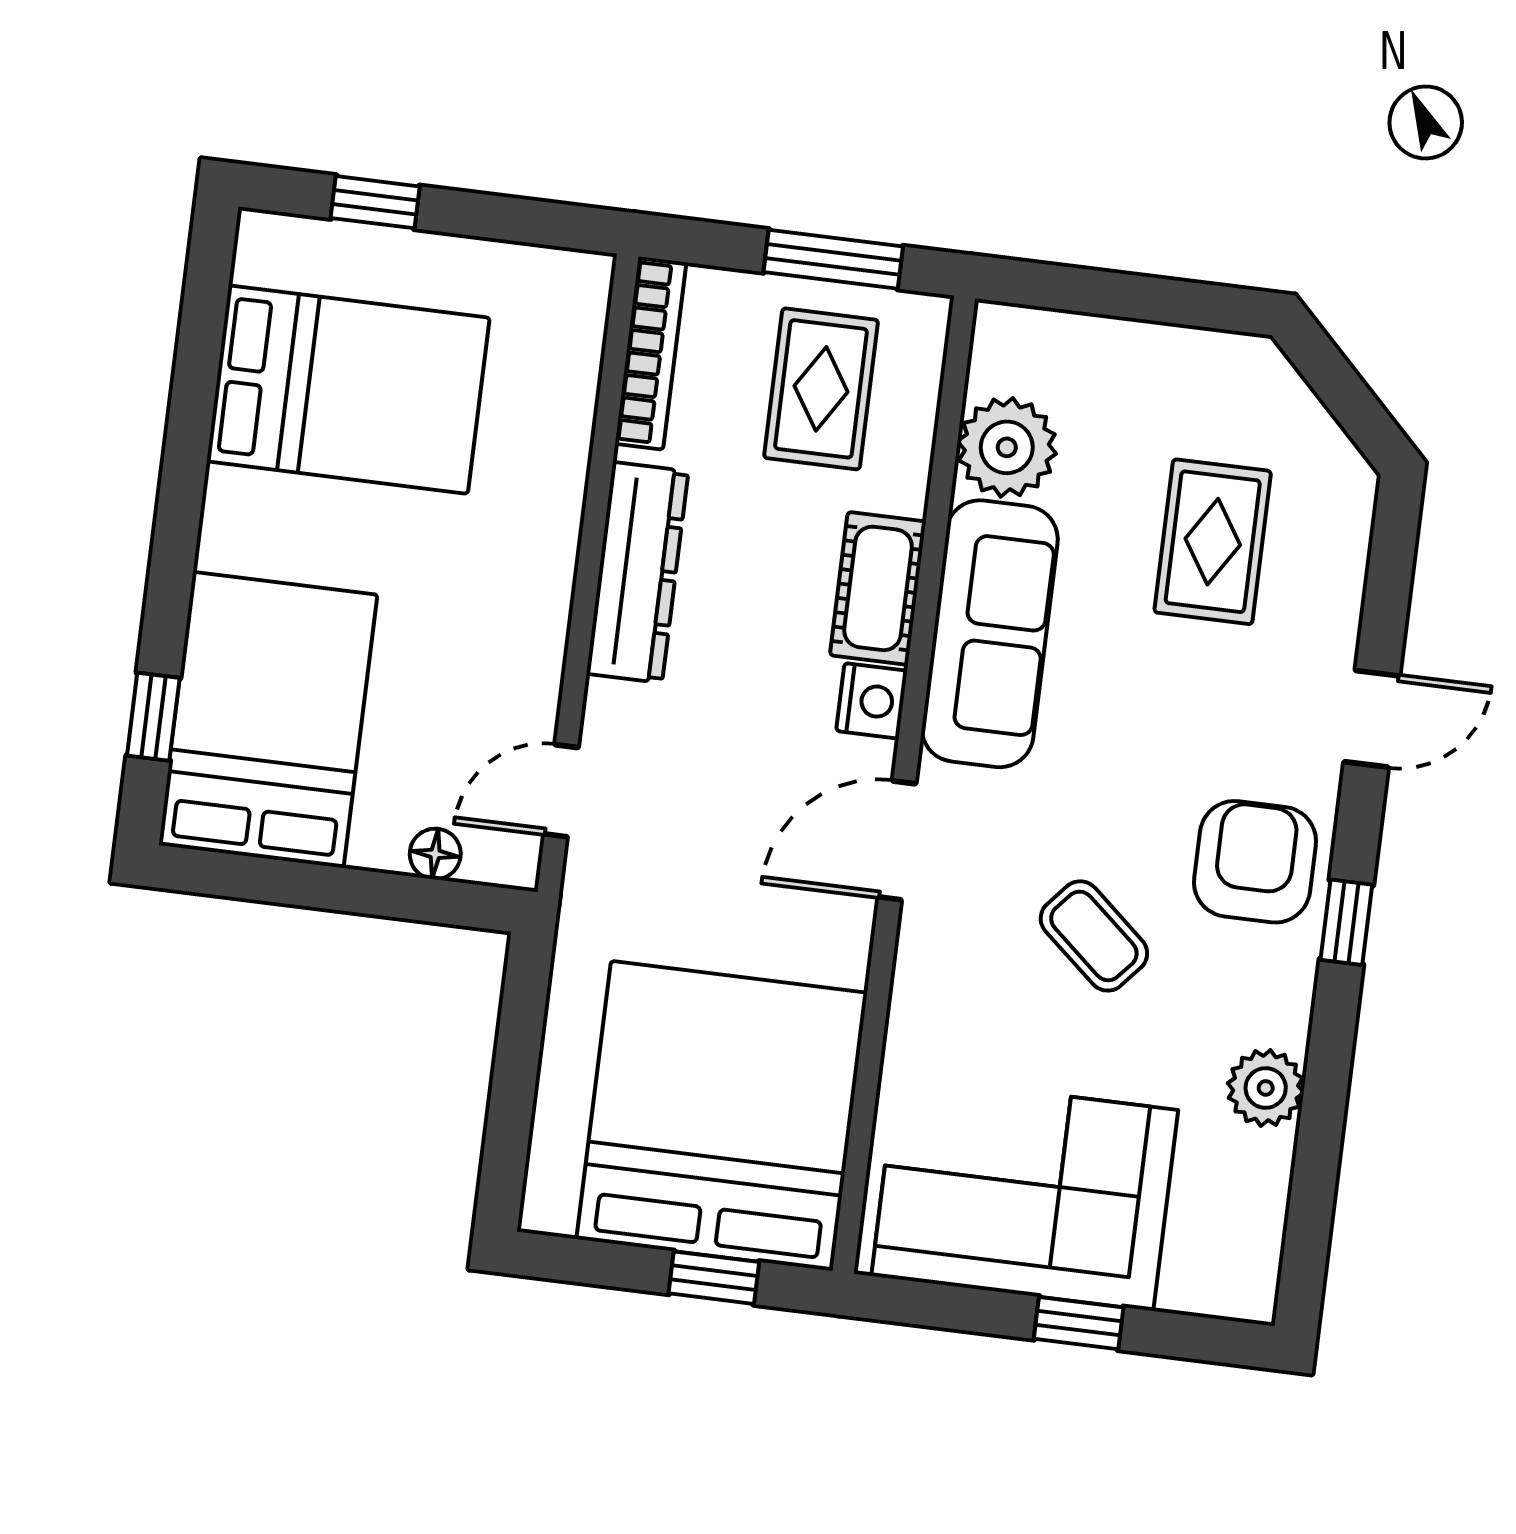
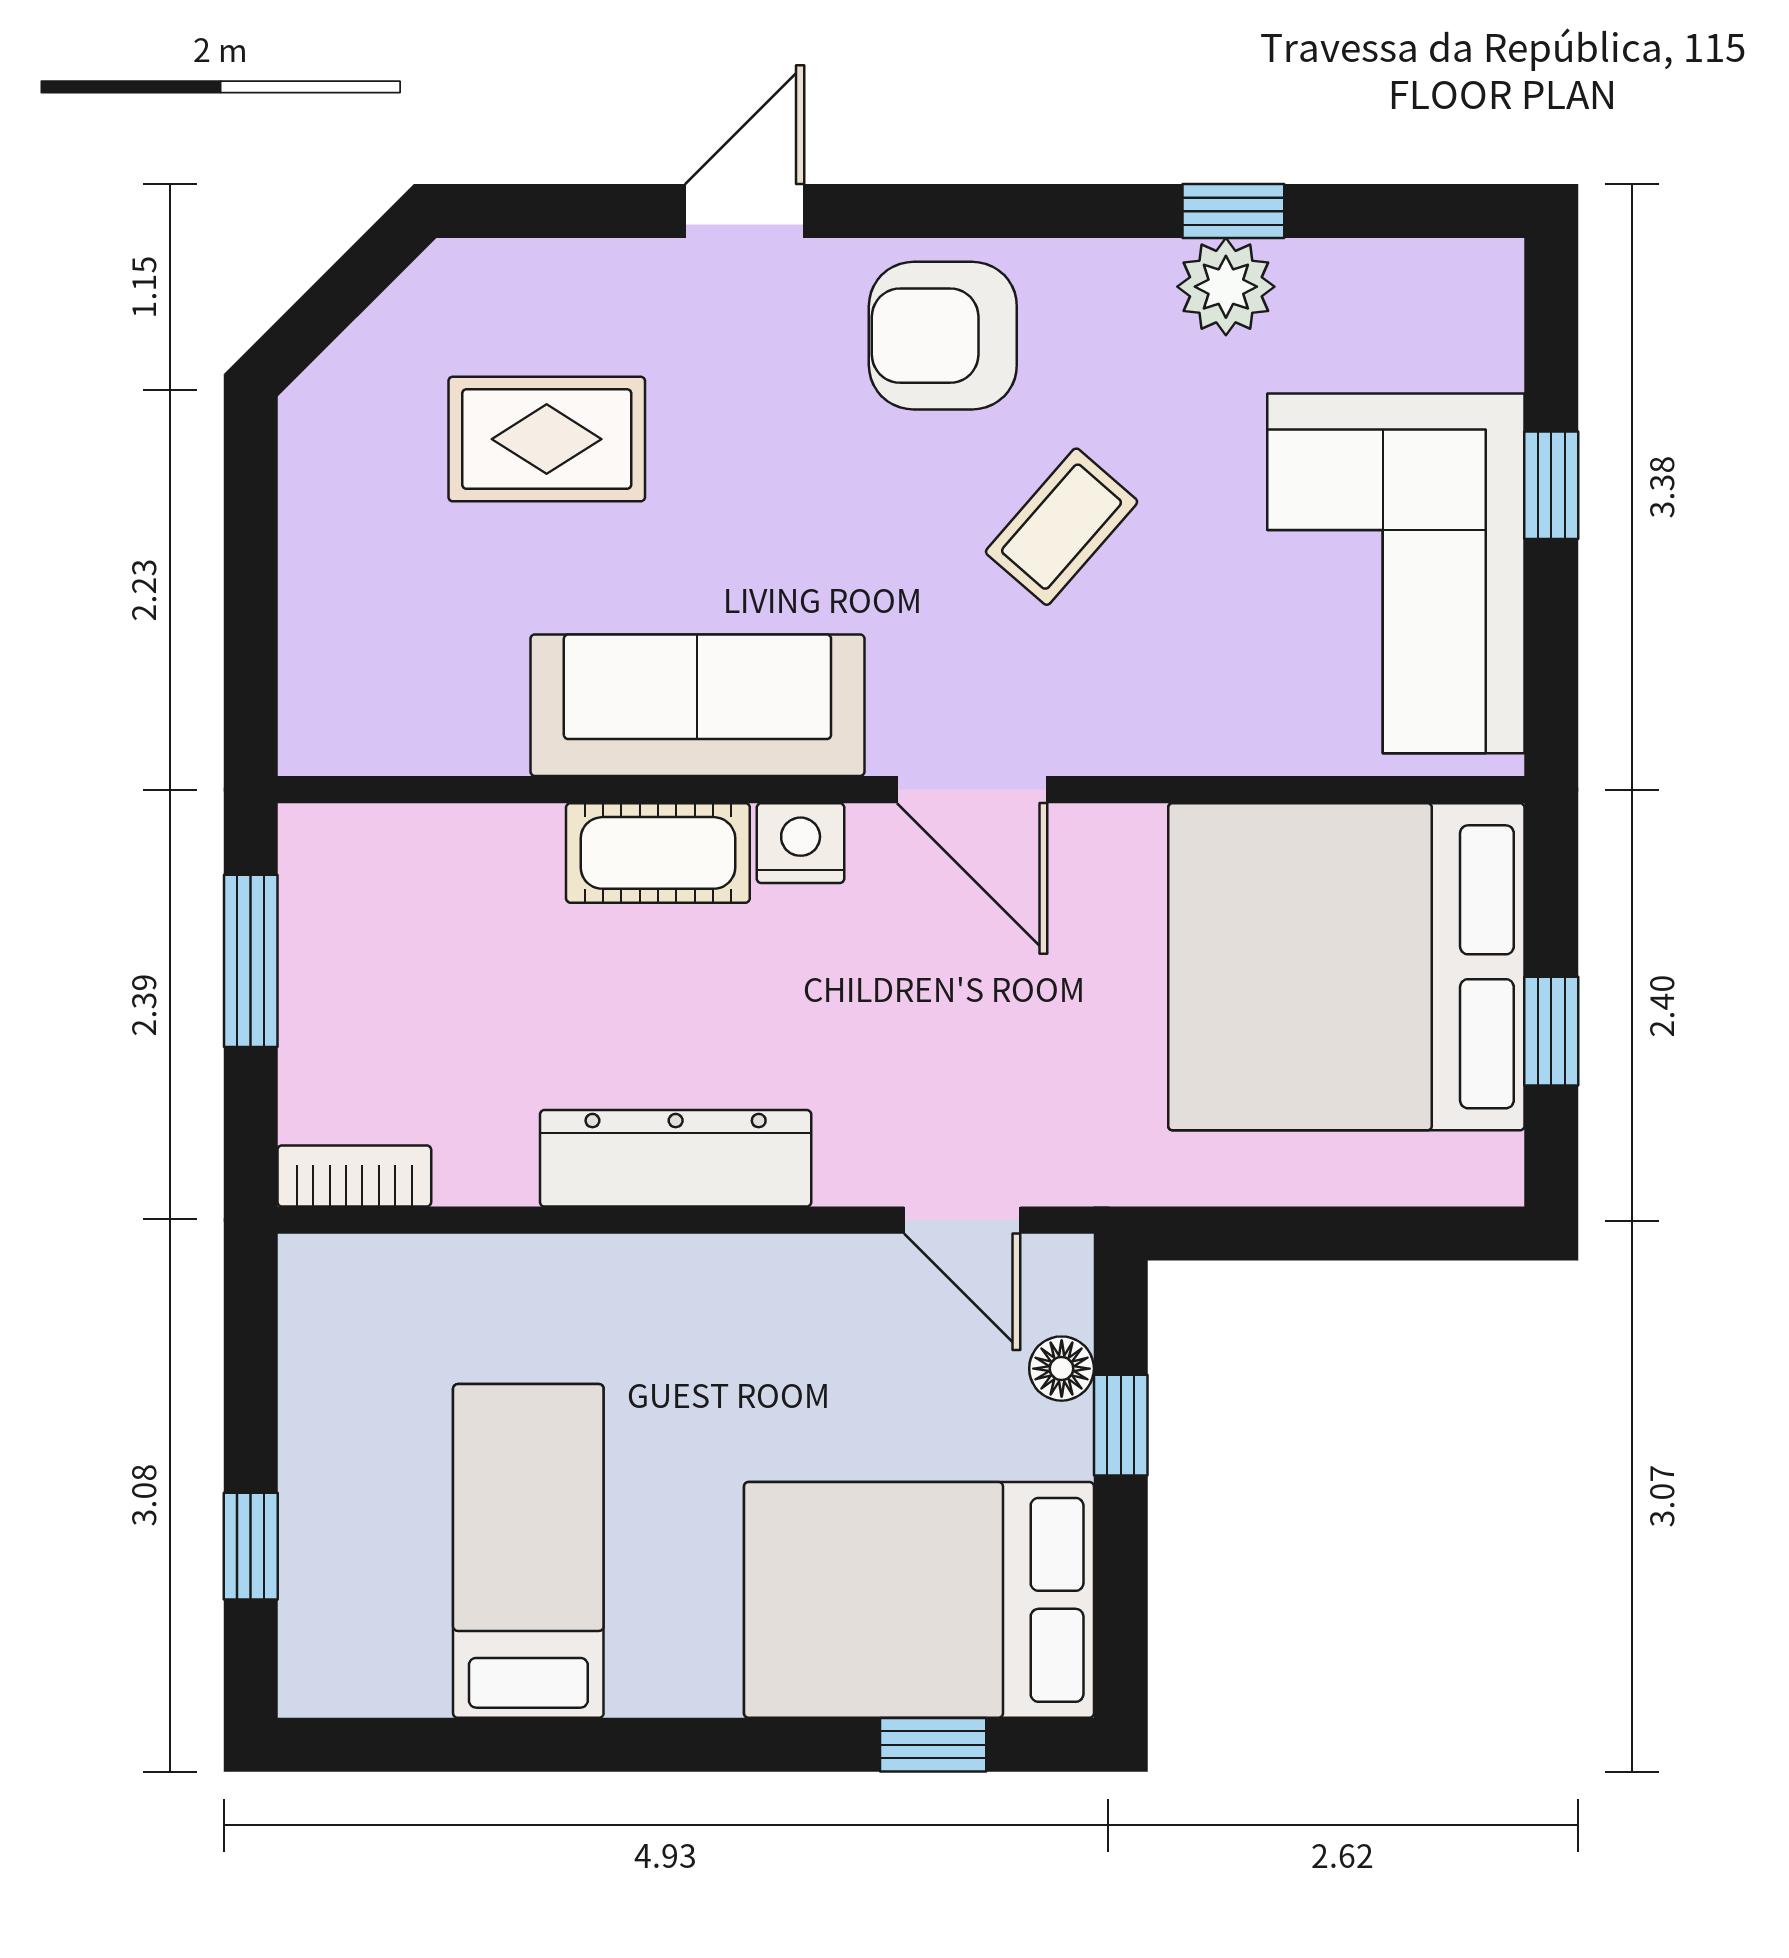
bookcase: (651, 353) -> (354, 1176), width x0.64
rug: (821, 389) -> (416, 956), removed
bed: (348, 390) -> (528, 1551), width x0.67
plant: (1007, 447) -> (460, 713), removed
door: (1372, 719) -> (745, 211), hinge flipped
window: (385, 895) -> (1121, 1425), added
window: (1346, 922) -> (1233, 211), moved
window: (714, 1278) -> (1551, 1031), moved

